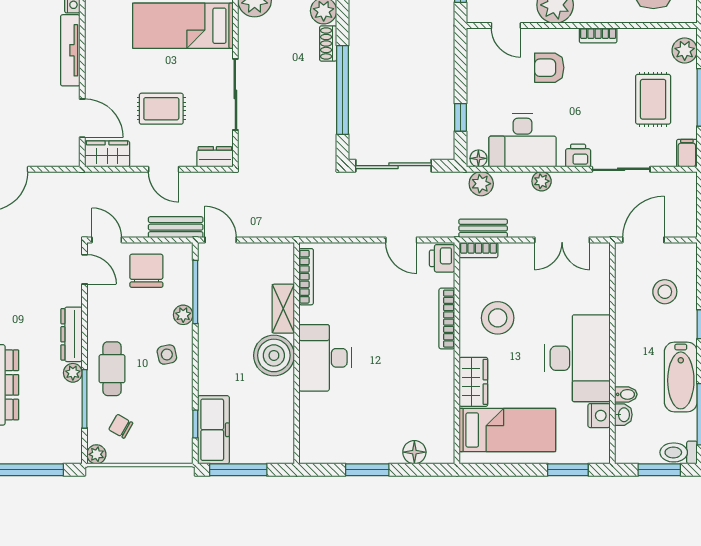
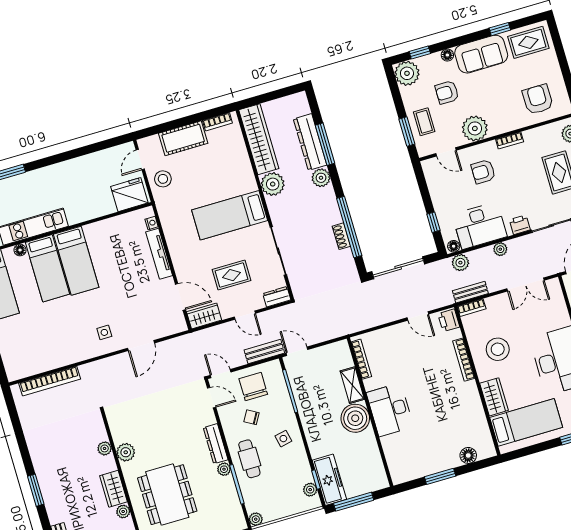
shoe rack: (328, 43) -> (341, 236), moved
plant: (183, 315) -> (310, 490), moved
chair: (121, 426) -> (251, 417), moved

